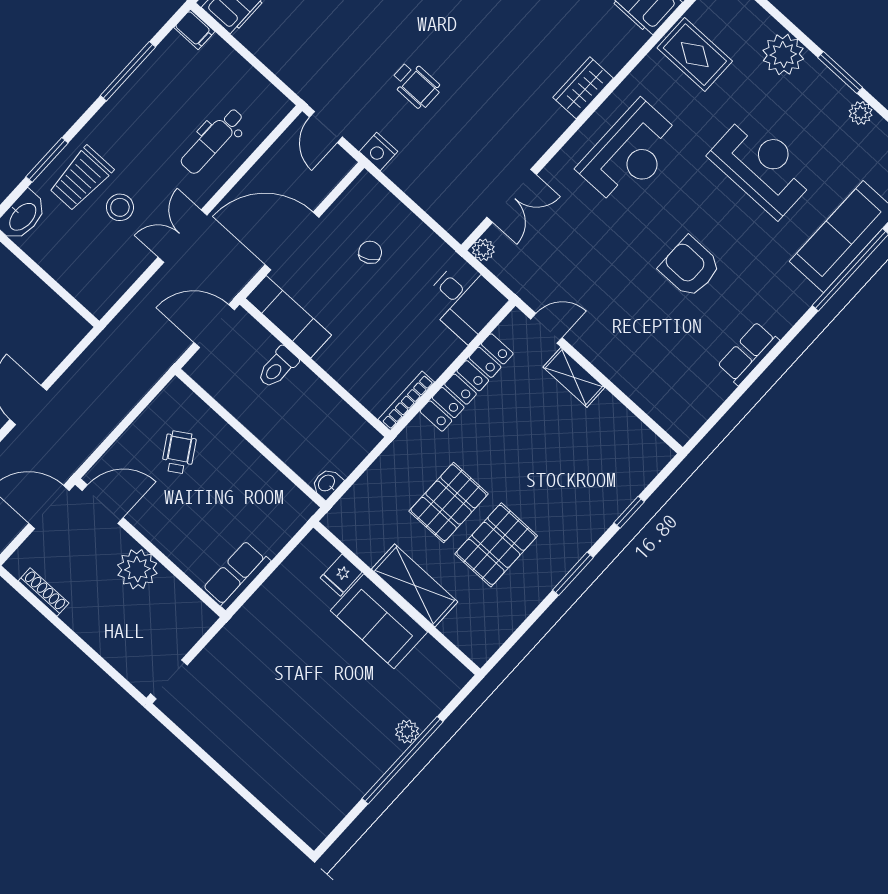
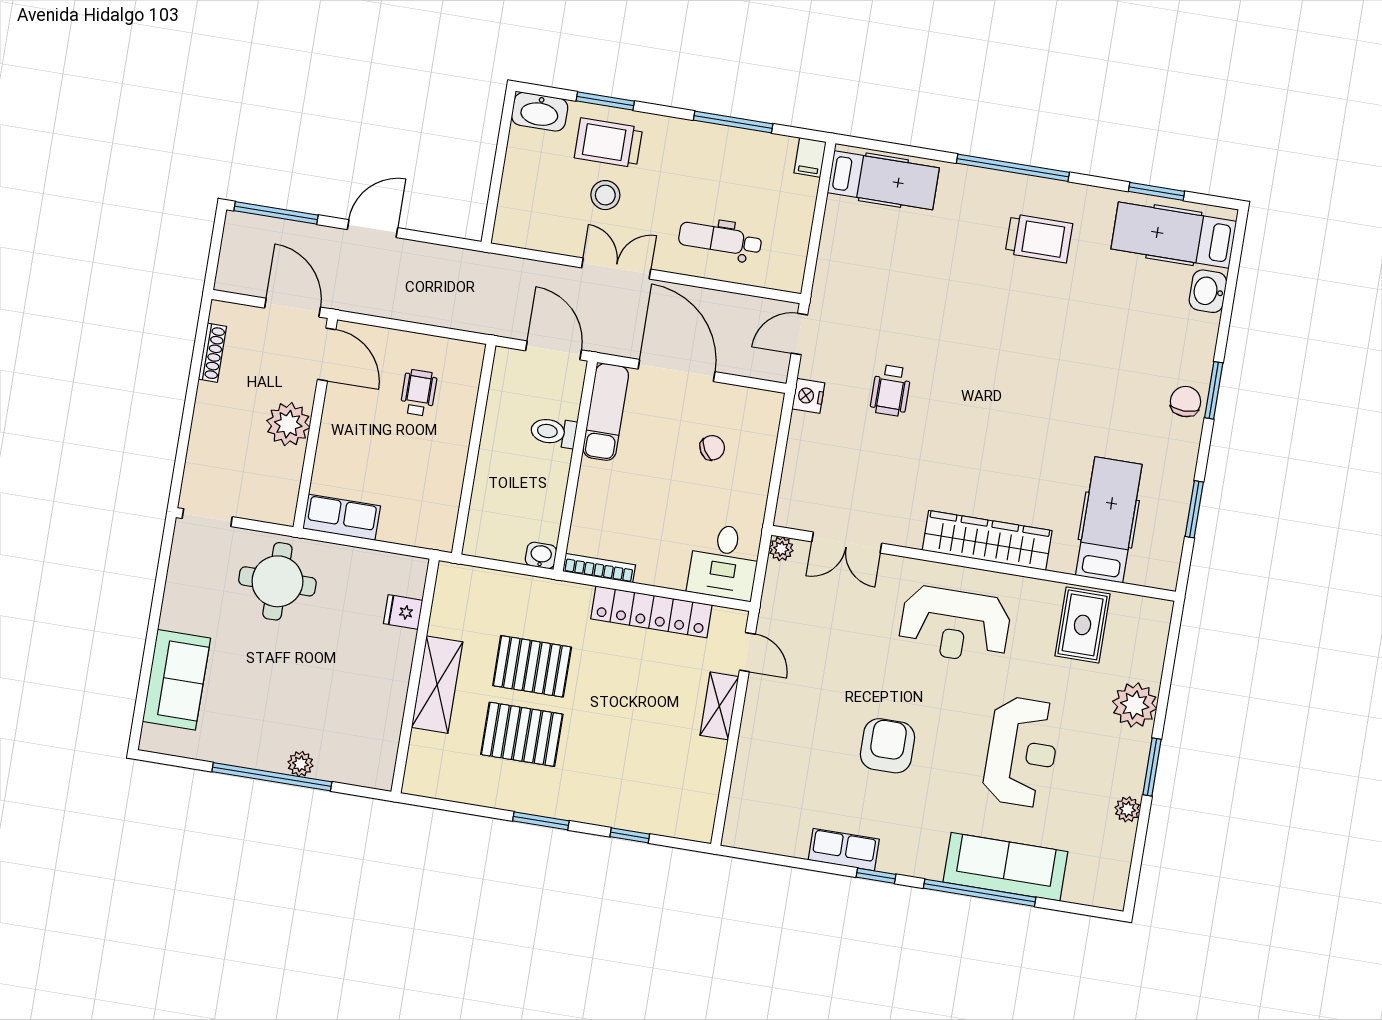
wardrobe: (583, 88) -> (987, 540), width x2.10, depth x1.17
window: (785, 342) -> (876, 876), added
wheelchair: (179, 452) -> (418, 393), turned -58
washbasin: (327, 483) -> (541, 555), moved
sofa: (379, 621) -> (176, 680), moved, turned 180
round table: (254, 657) -> (277, 581), added

